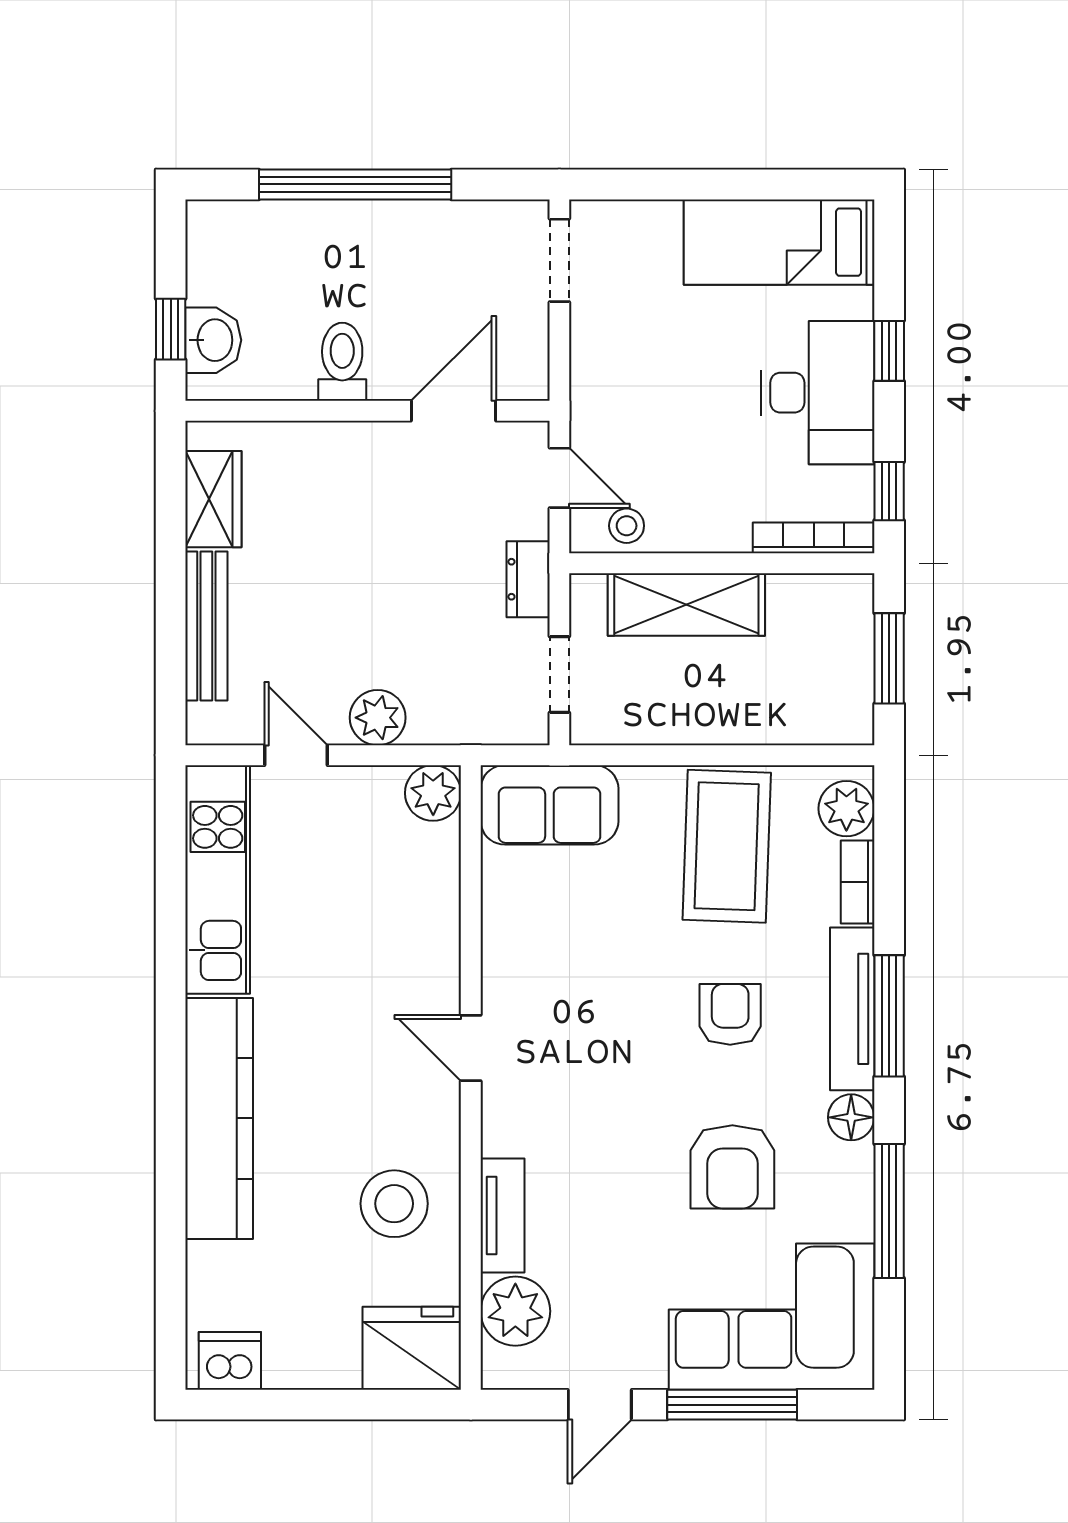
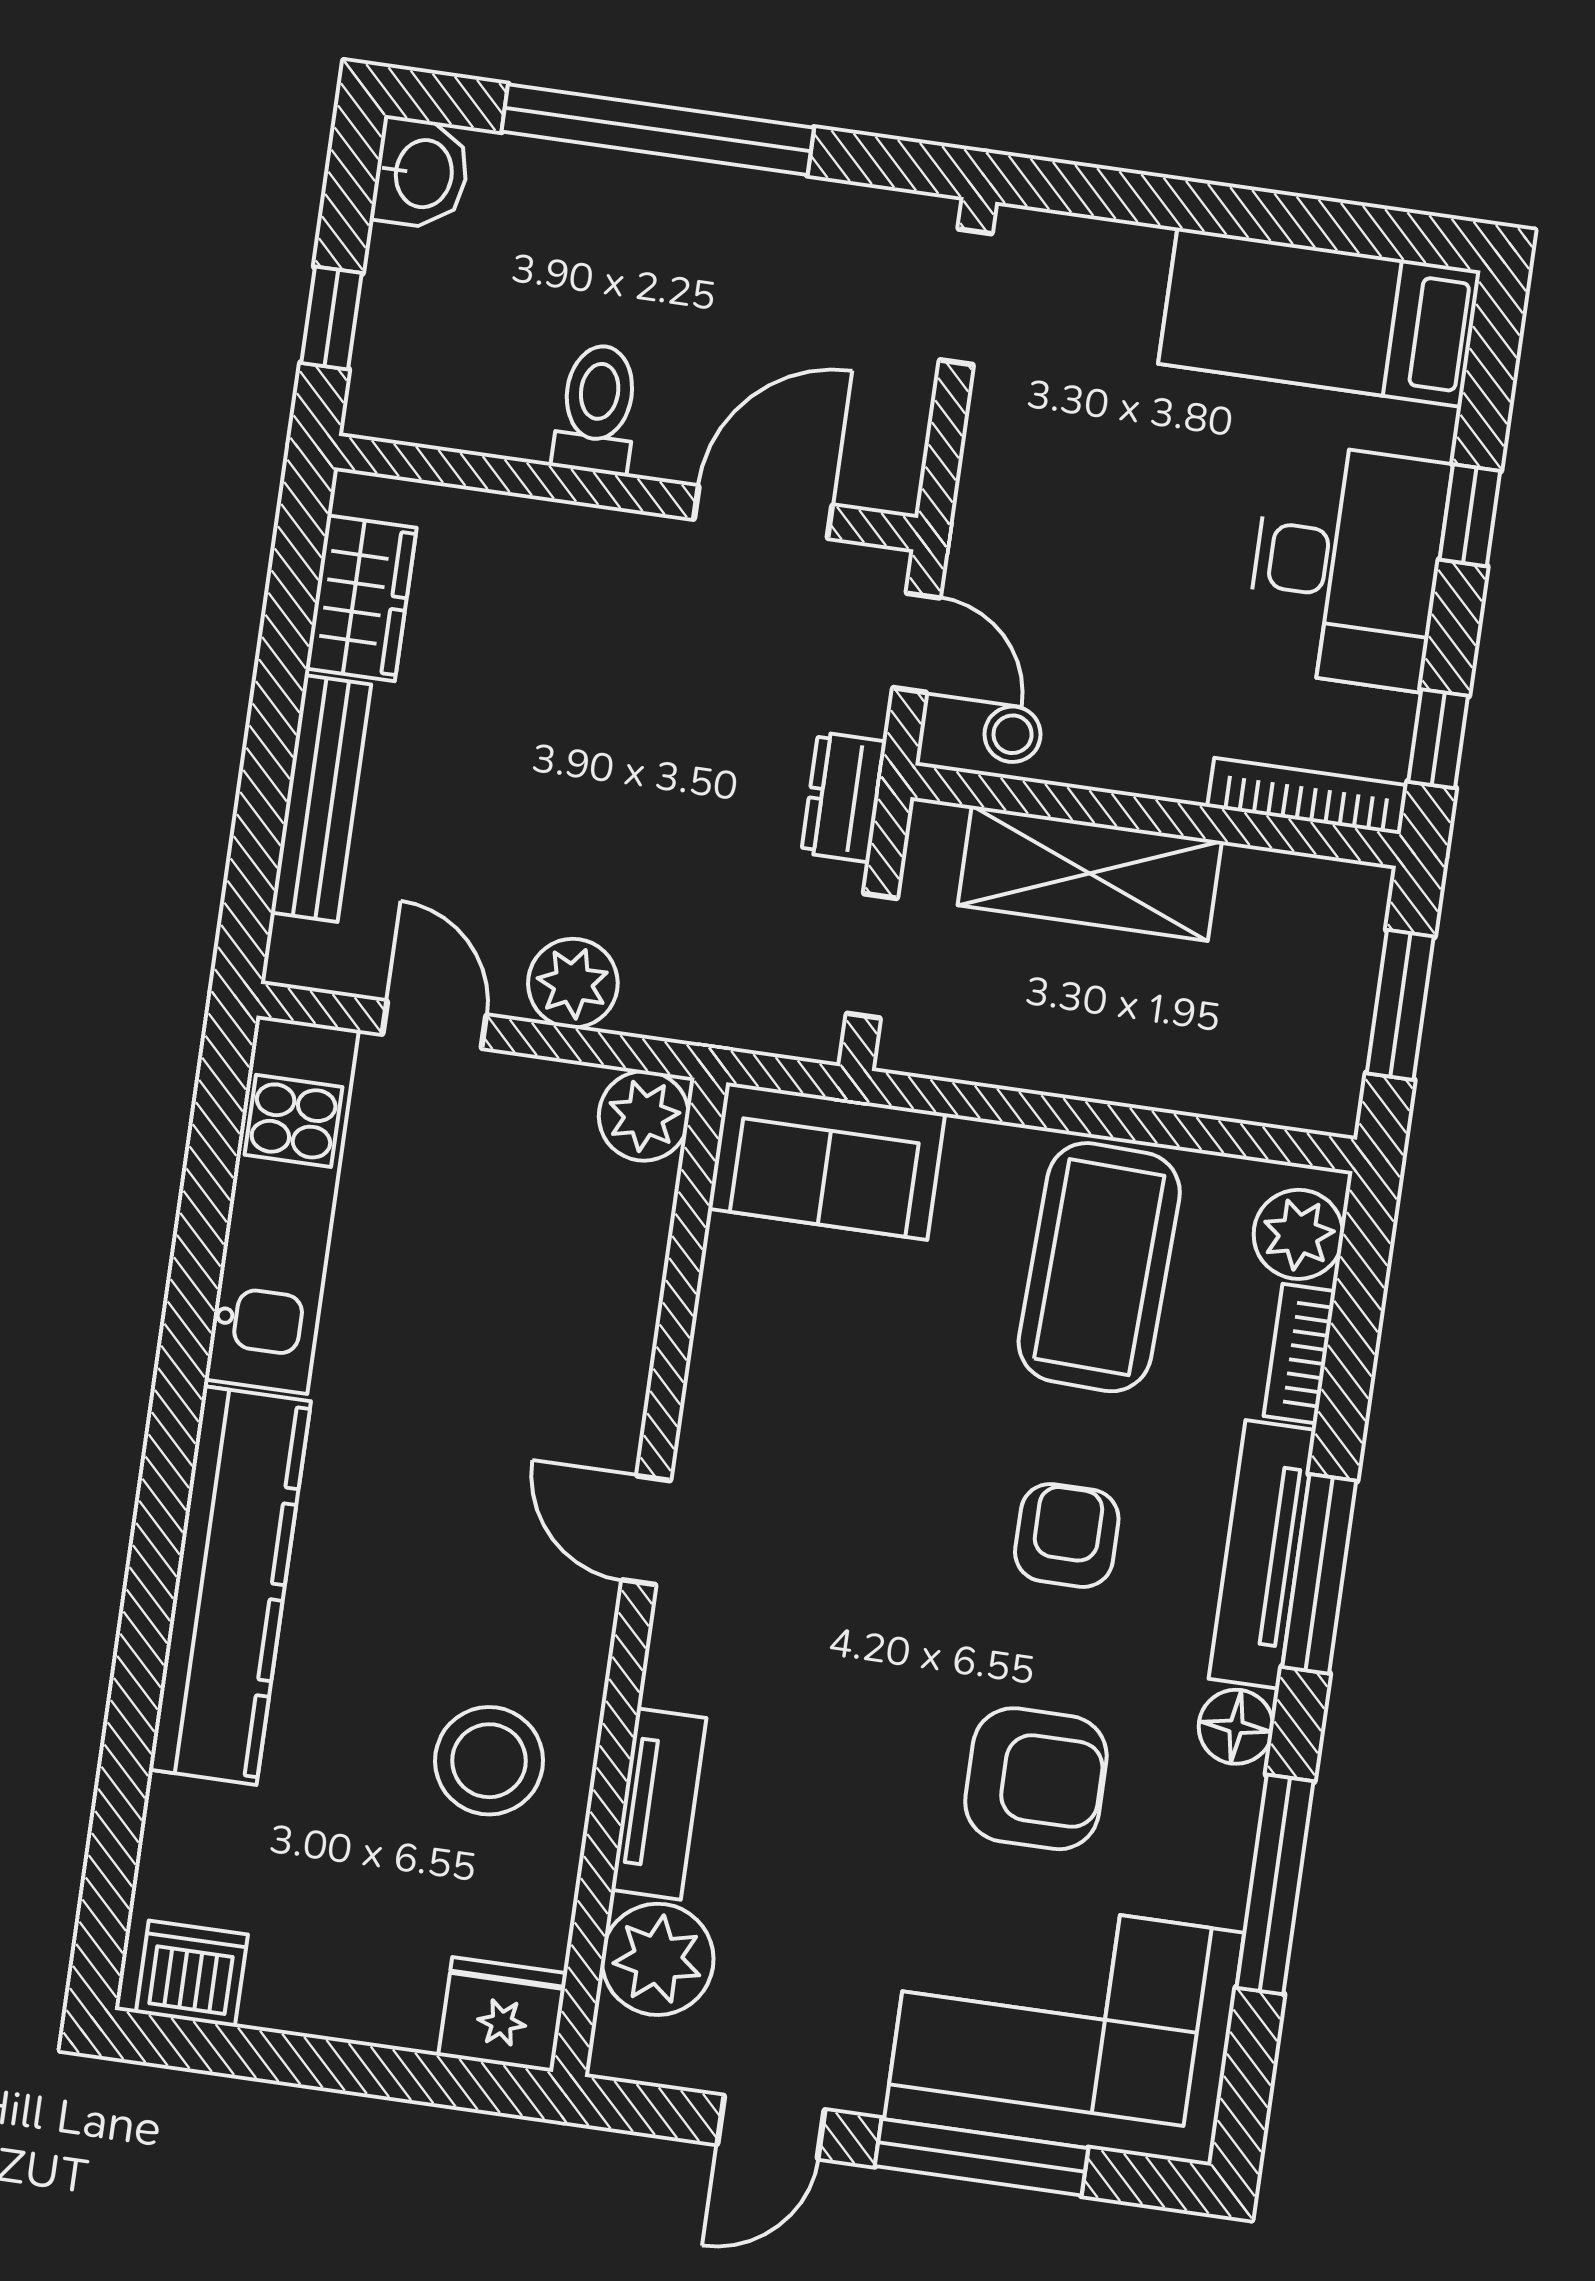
washbasin: (213, 340) -> (421, 173), moved
armchair: (732, 1167) -> (1036, 1779), turned -90
fridge: (412, 1348) -> (503, 2015), width x0.73, depth x0.75

